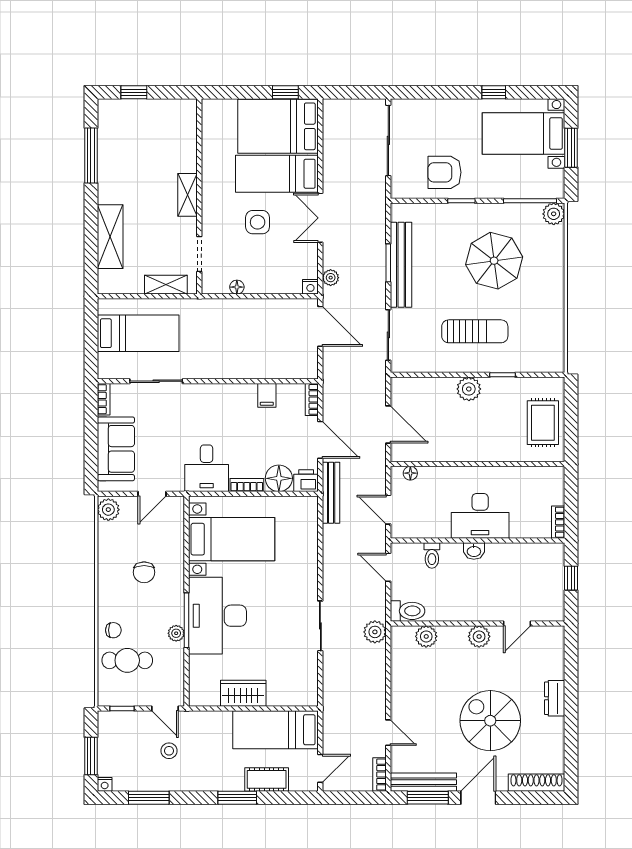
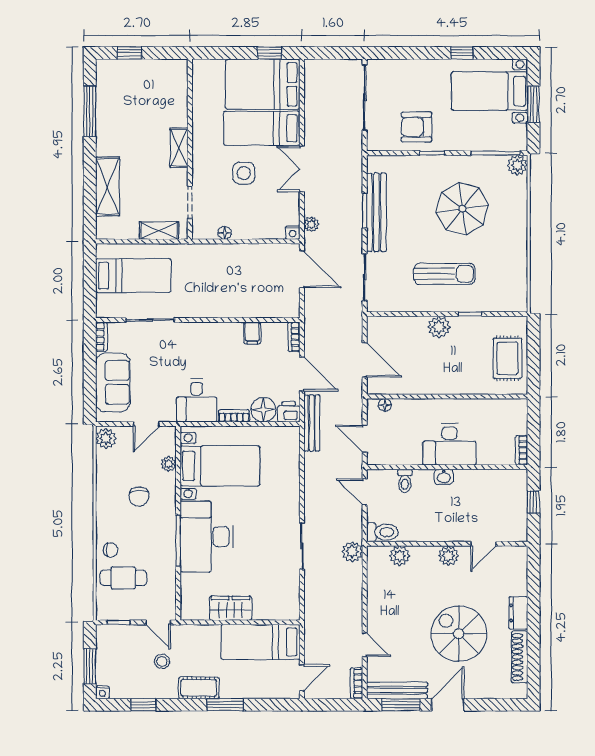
plant: (176, 633) -> (169, 464), moved
cot: (267, 779) -> (199, 688), moved
shoe rack: (537, 783) -> (520, 657), moved, turned -90
window: (149, 798) -> (143, 705), width x0.67

